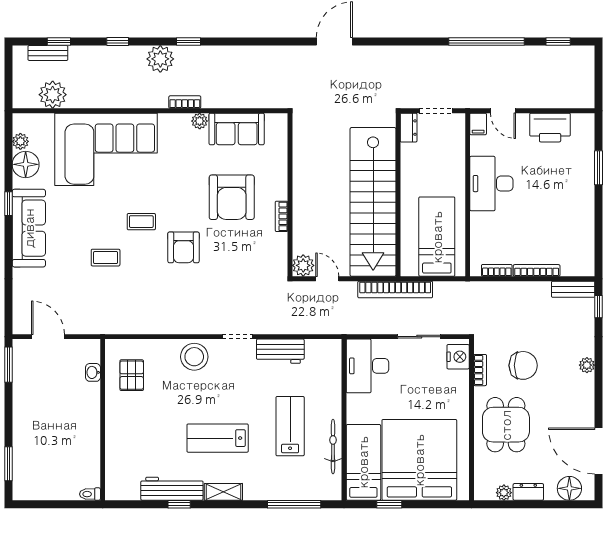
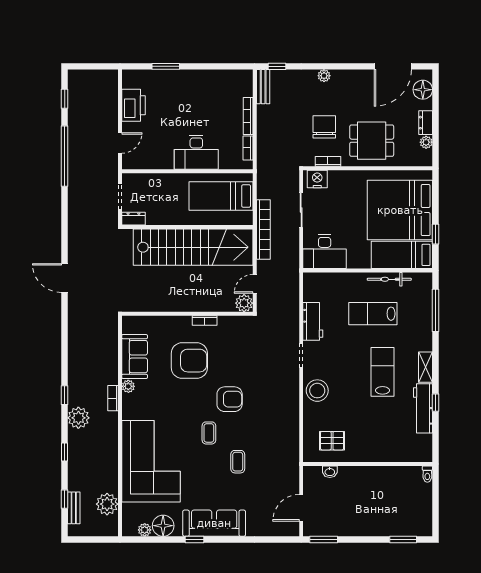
filing cabinet: (478, 124) -> (131, 163), removed
desk: (491, 184) -> (196, 152), moved
lab bench: (218, 438) -> (382, 372), turned 180

